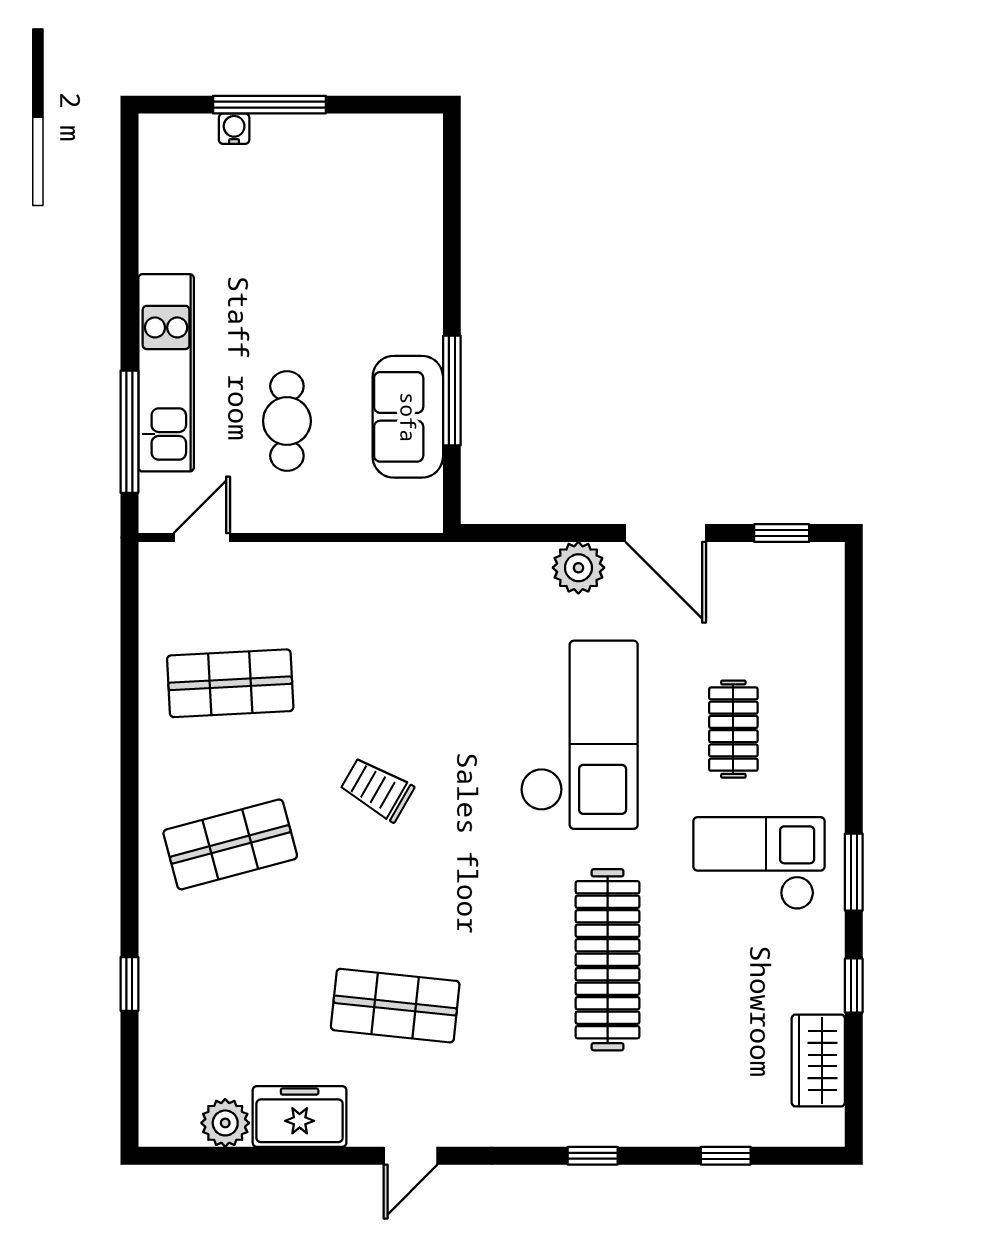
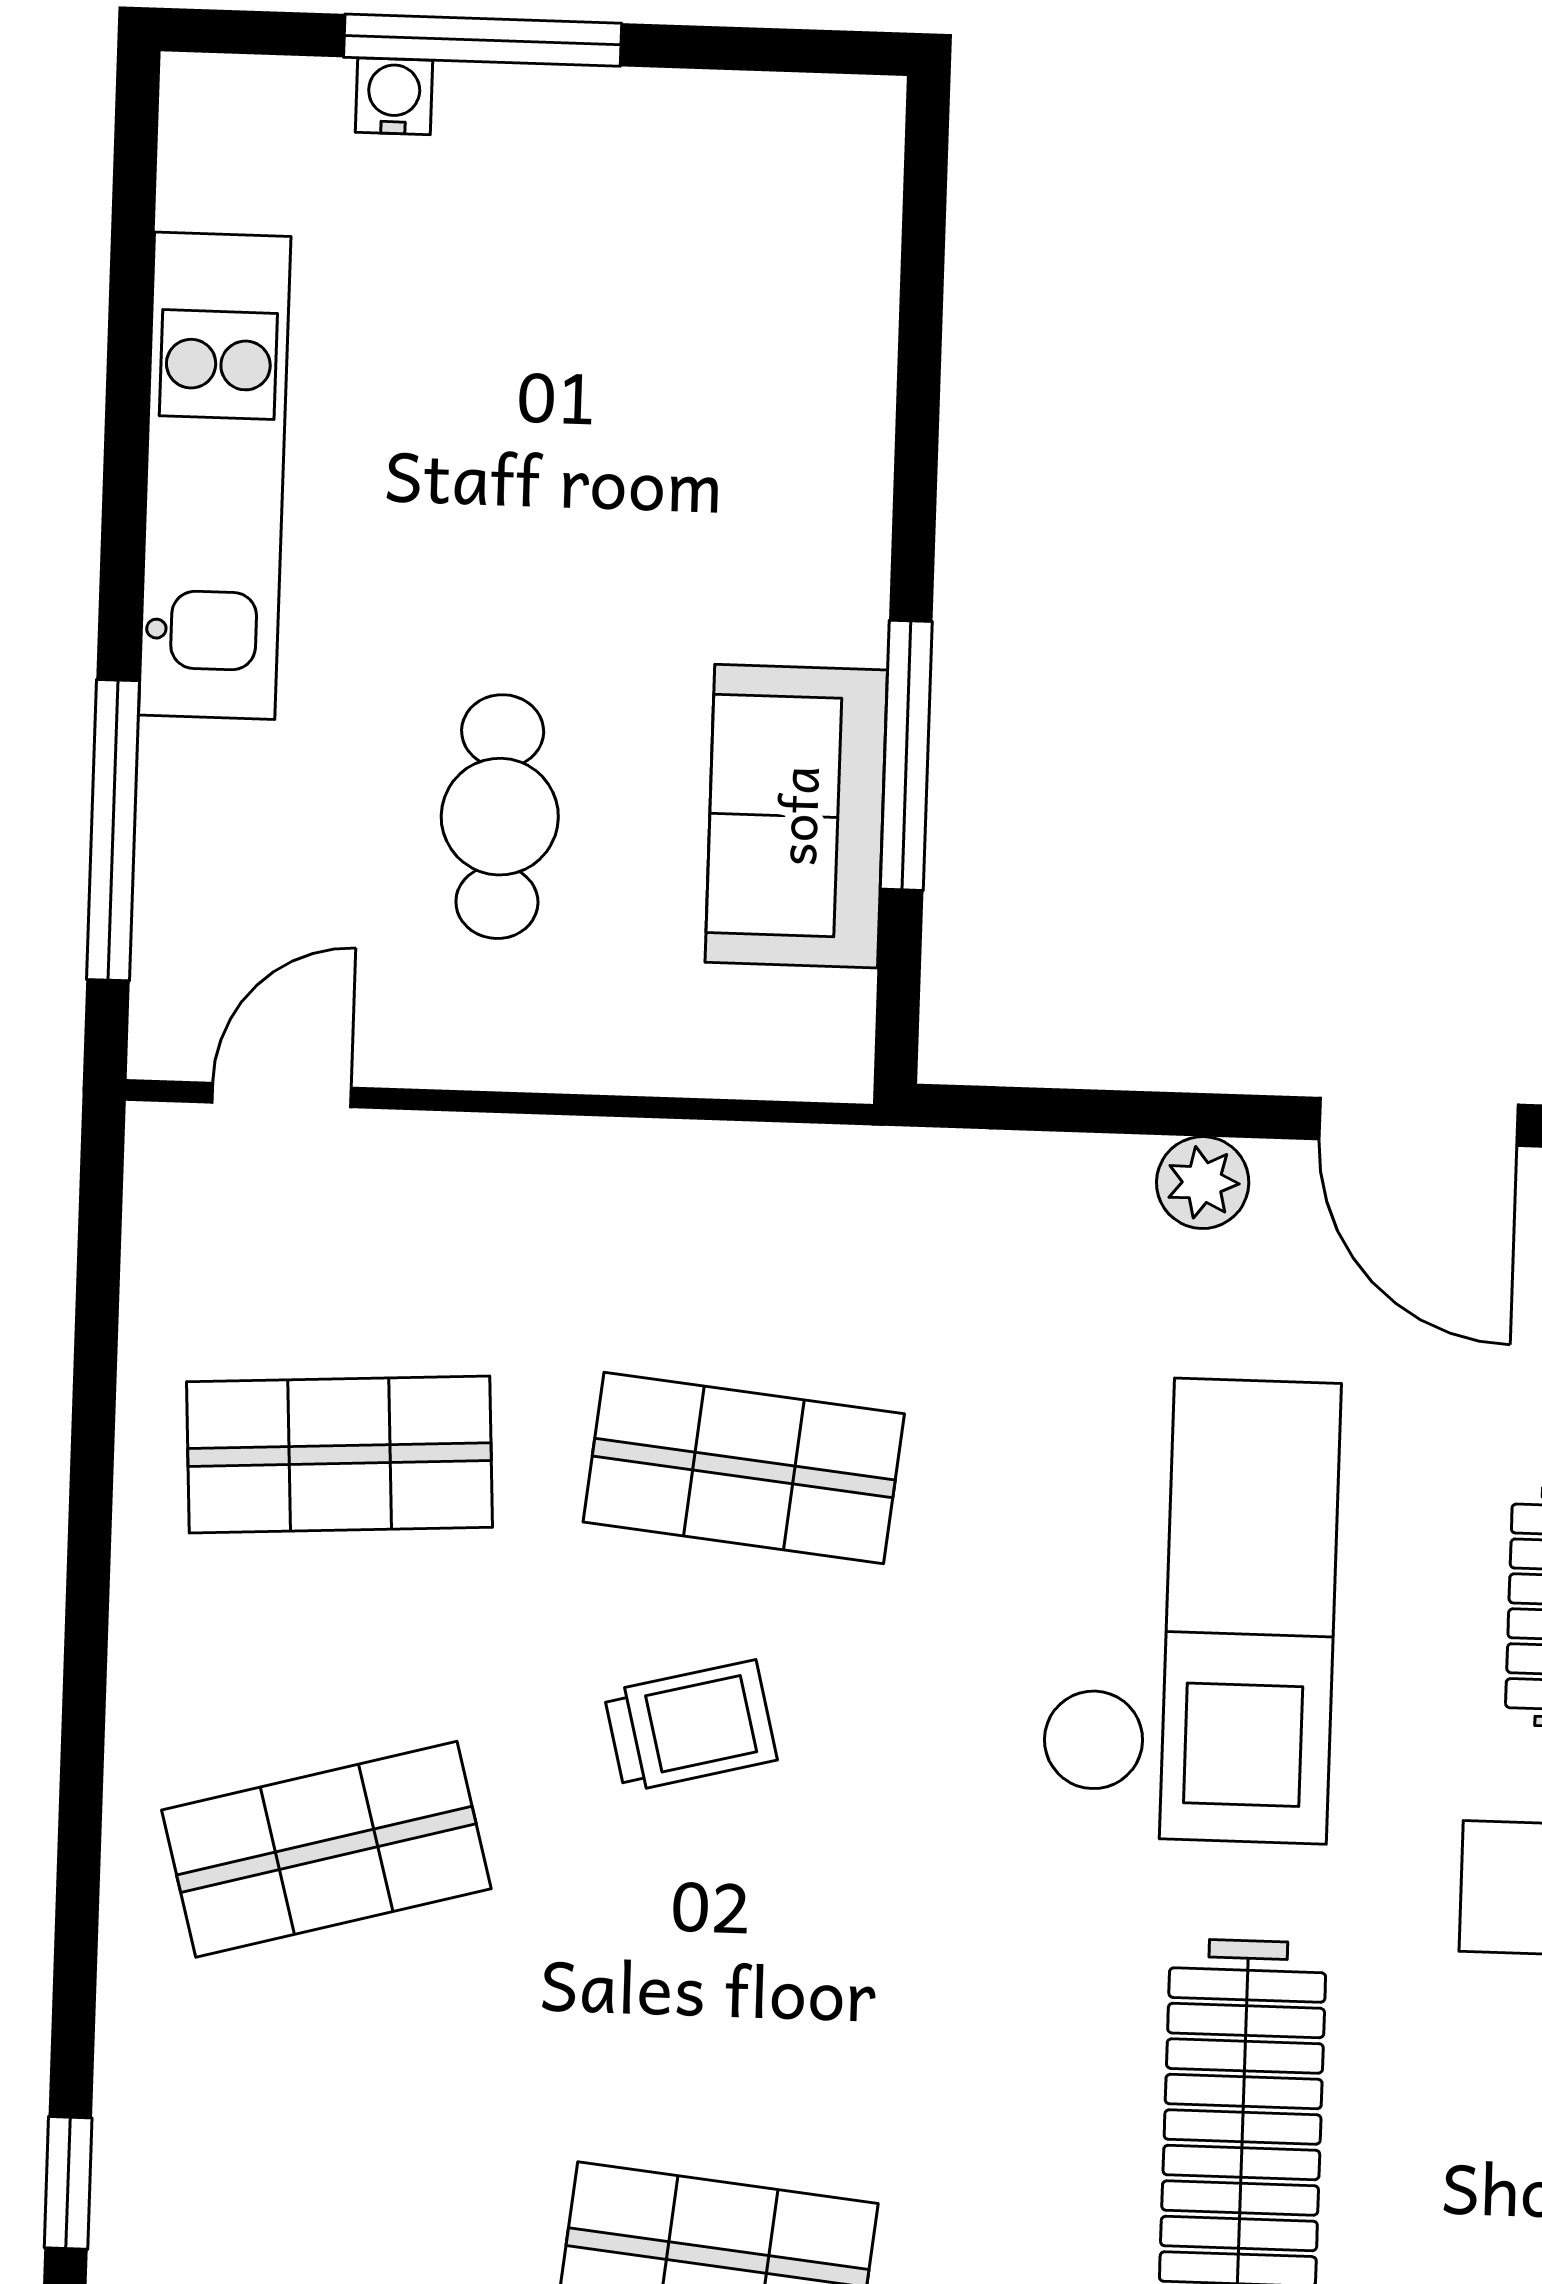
kitchen unit: (166, 373) -> (215, 476), moved
plant: (578, 568) -> (1203, 1183), width x0.73, depth x0.73
shop shelf: (395, 683) -> (744, 1468), added
trolley: (377, 789) -> (690, 1726), turned 136

